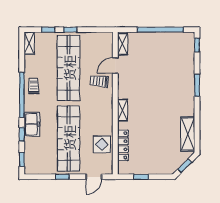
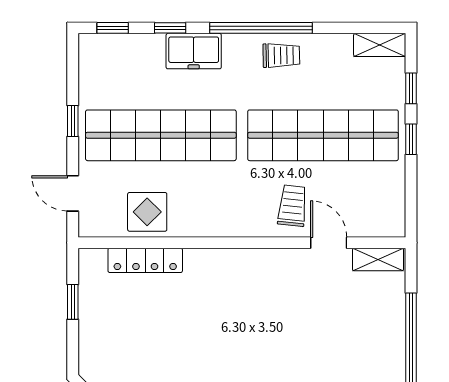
shelving: (123, 110) -> (226, 259), removed

